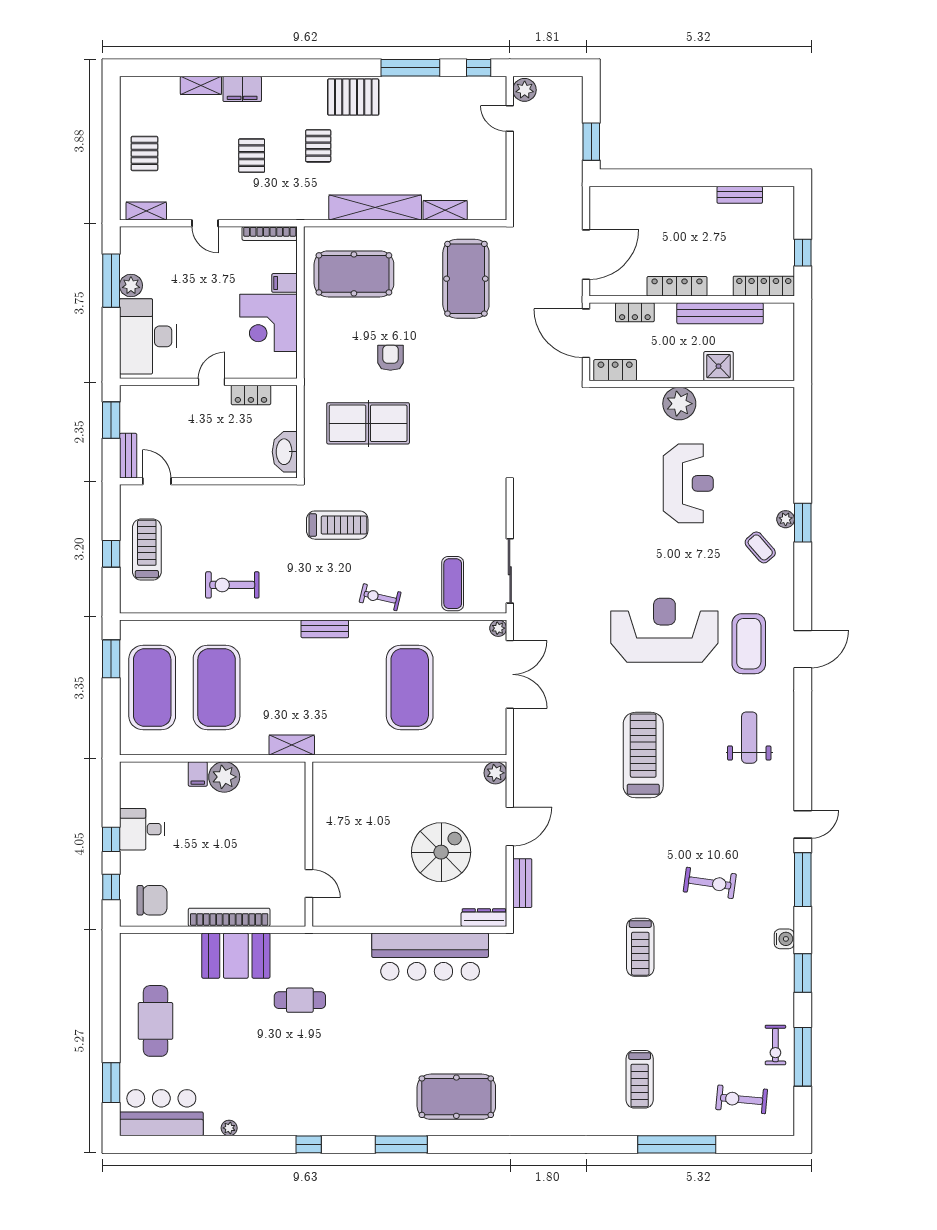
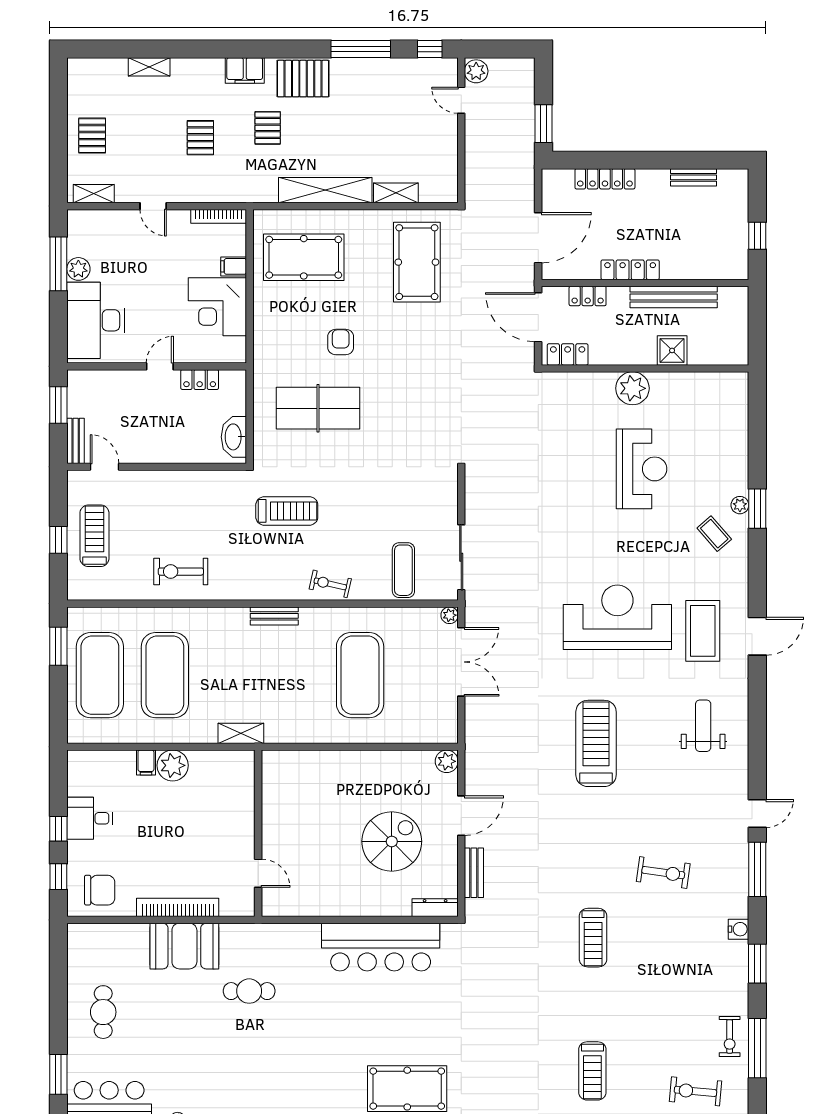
filing cabinet: (242, 89) -> (245, 70), moved
locker: (764, 286) -> (605, 179), moved, turned 180
cafe table: (155, 1021) -> (103, 1012), width x0.73, depth x0.74

